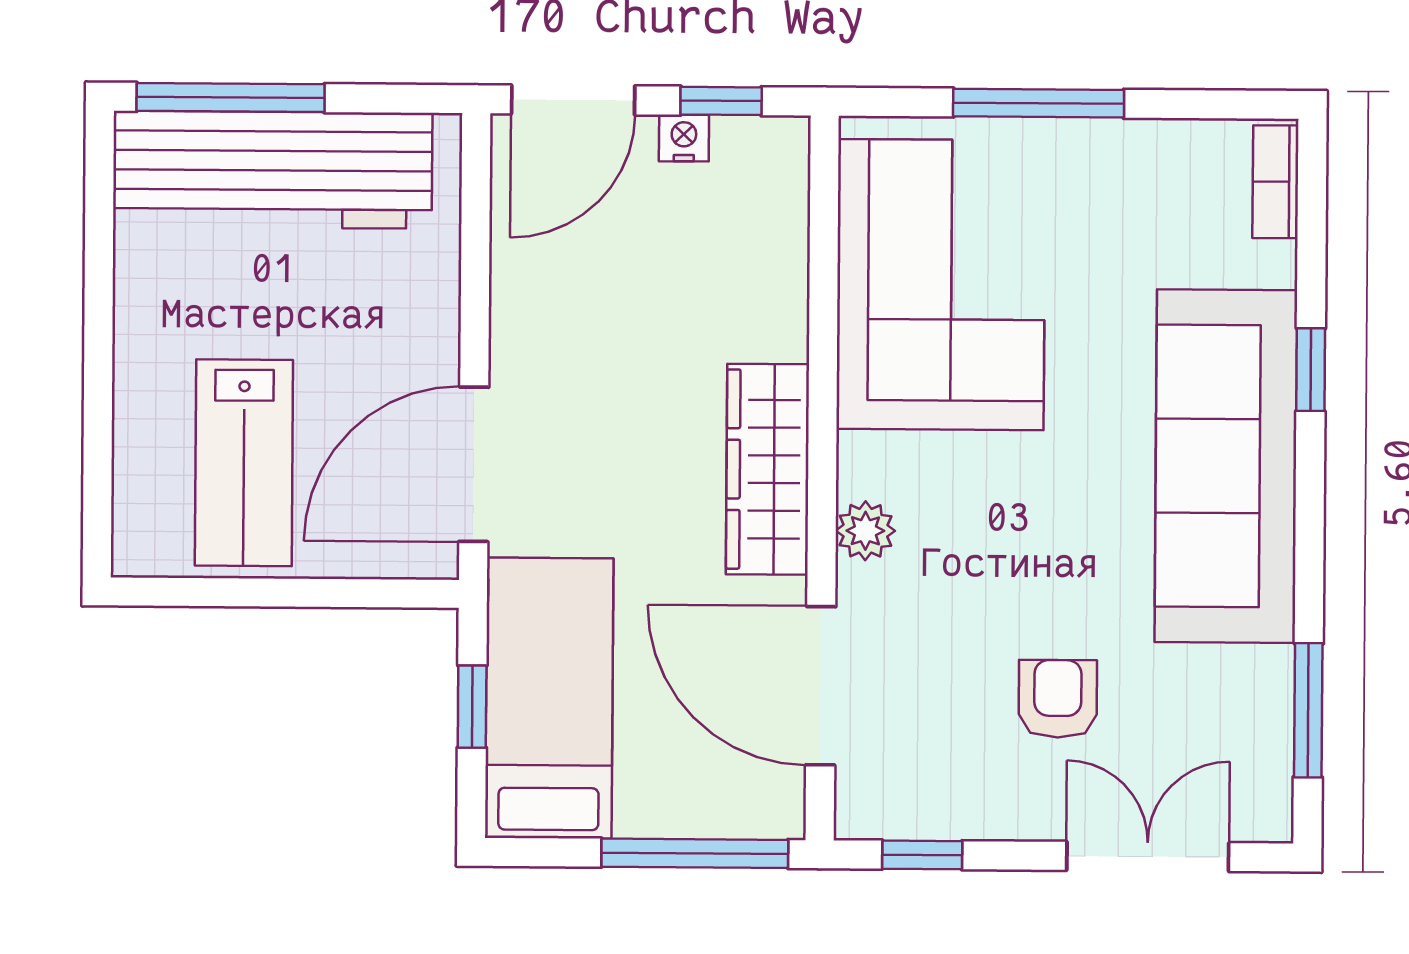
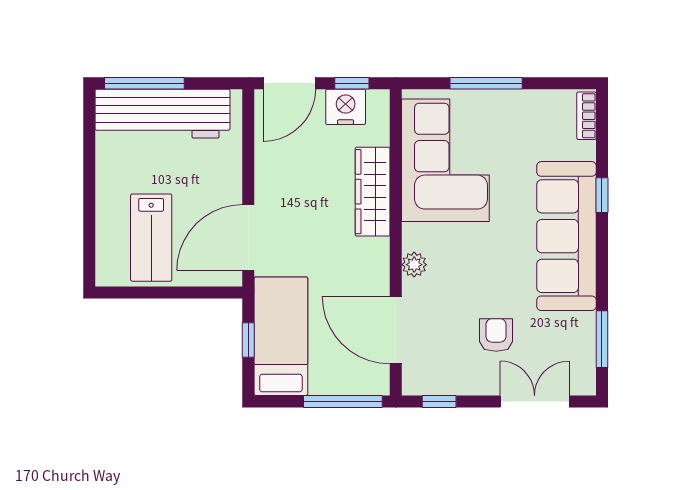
nightstand: (684, 138) -> (346, 107), width x1.89, depth x1.79
wardrobe: (767, 469) -> (373, 192), moved

